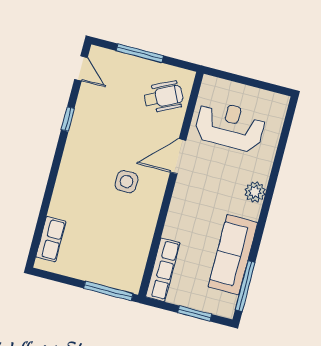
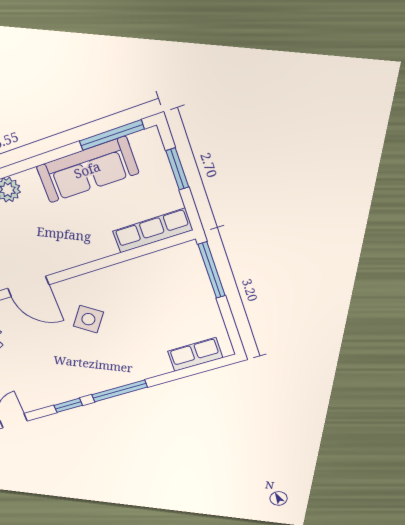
window: (56, 165) -> (120, 391), added
side table: (127, 182) -> (88, 319), turned 36

